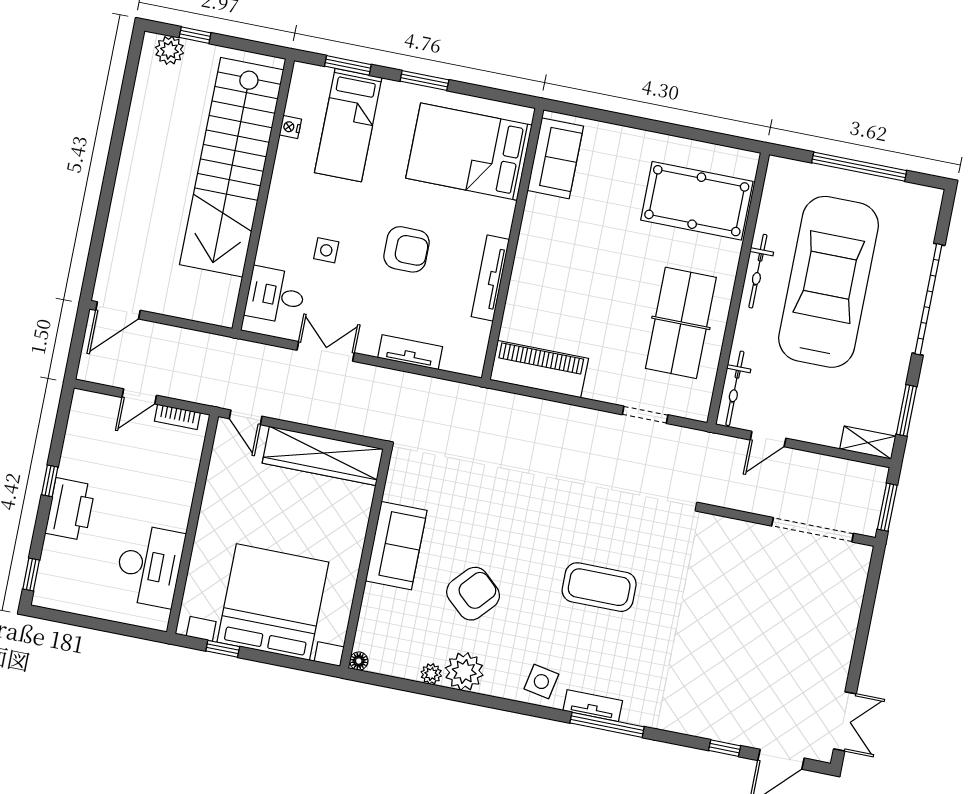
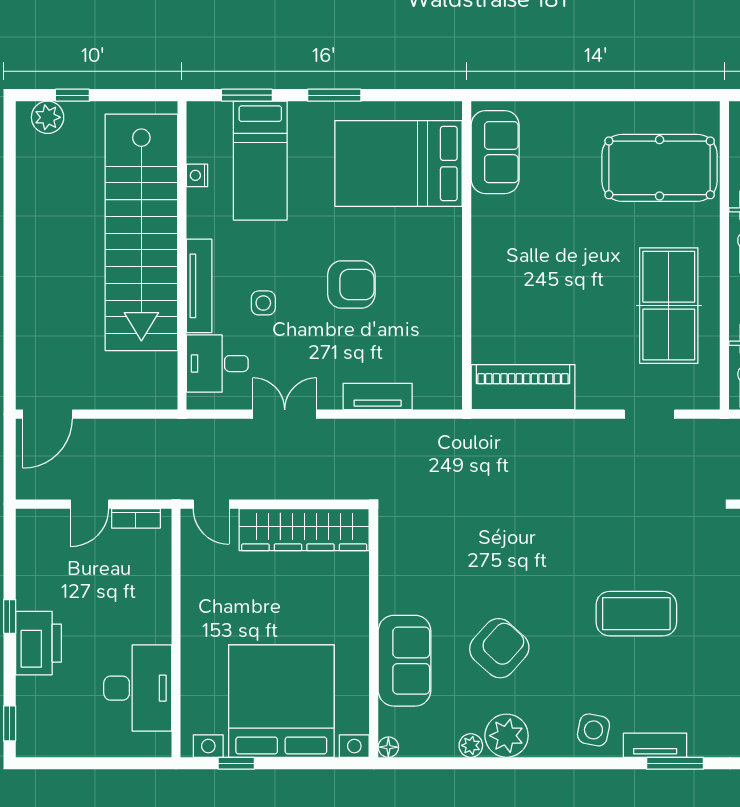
tv unit: (490, 278) -> (199, 286), moved, turned 180
sofa: (396, 546) -> (404, 661), moved
window: (607, 725) -> (675, 763), width x0.69

